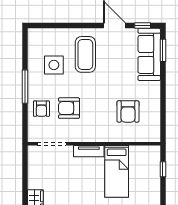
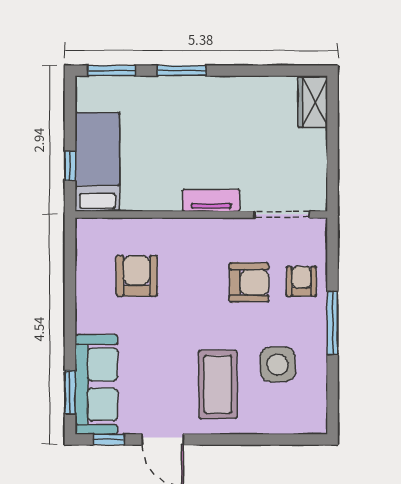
bed: (117, 171) -> (97, 162), moved

